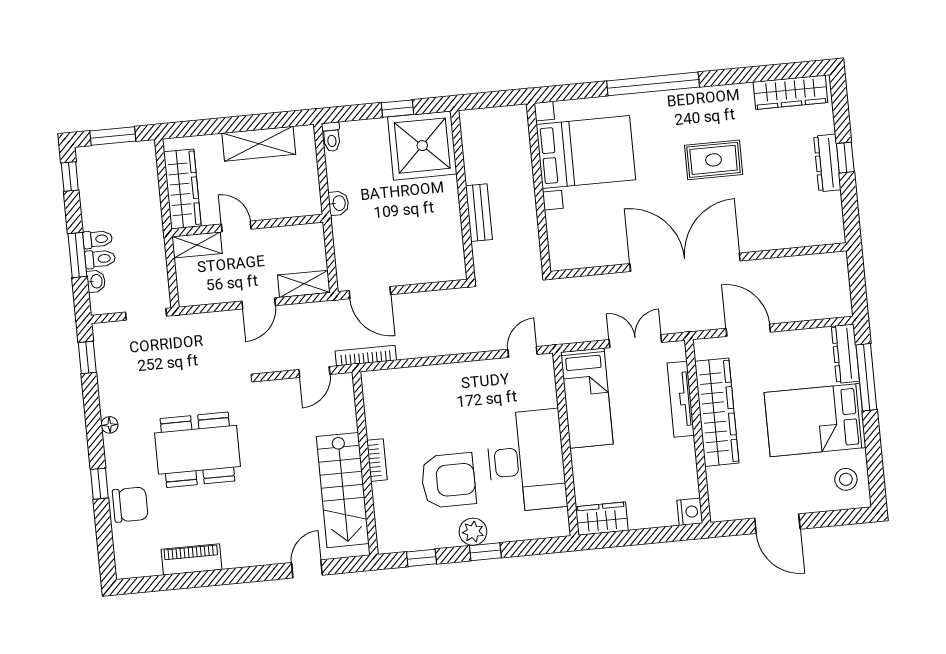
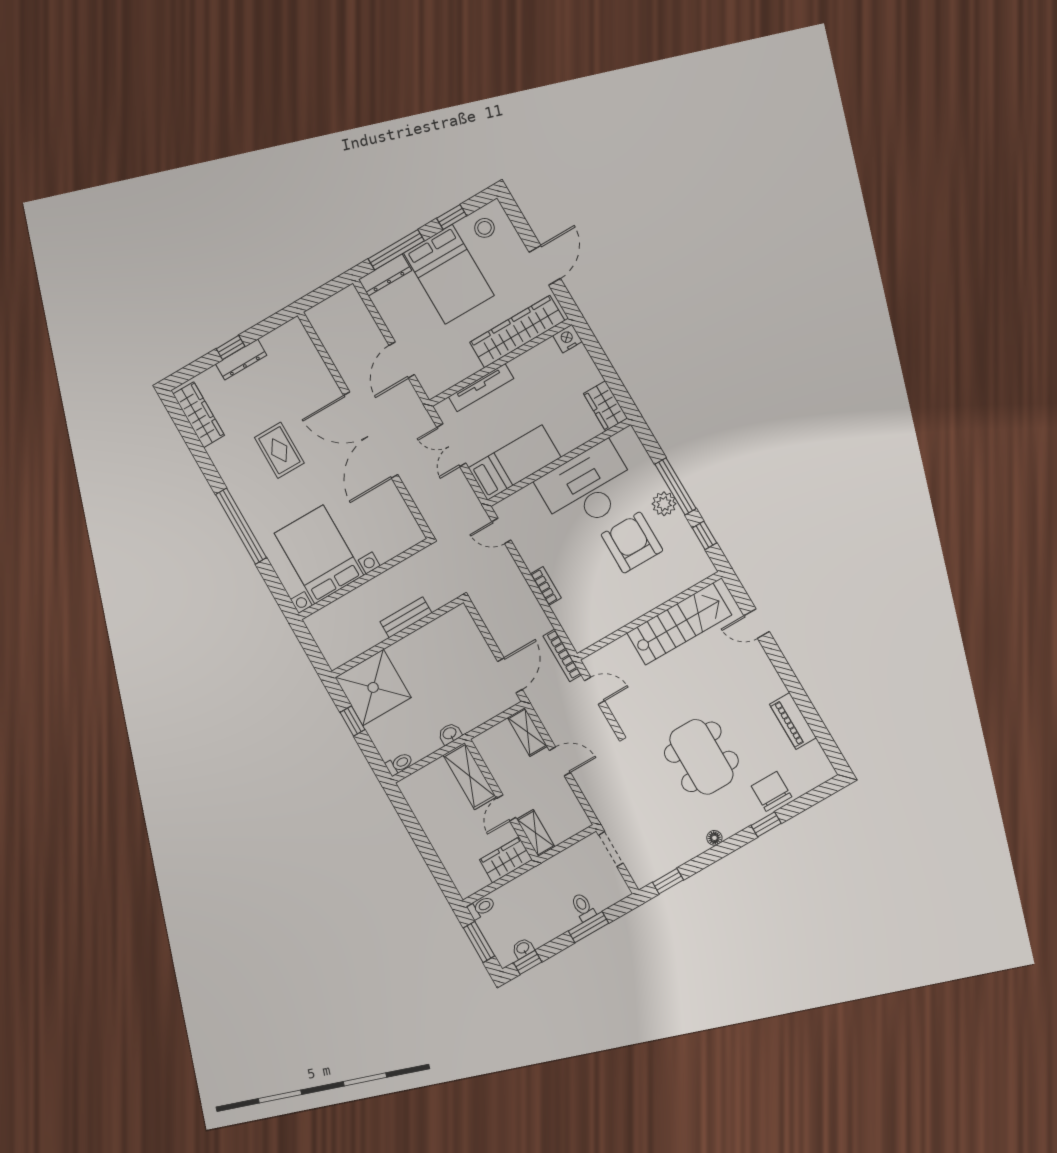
shelving: (259, 144) -> (470, 776), moved
wardrobe: (182, 189) -> (506, 860), width x0.67
toilet: (98, 239) -> (481, 907), moved, turned 90
washbasin: (96, 281) -> (523, 948), moved
wardrobe: (717, 412) -> (517, 331), moved
window: (873, 451) -> (452, 217), added
bookcase: (377, 460) -> (546, 586), moved, turned 90
window: (485, 552) -> (675, 486), width x2.17

